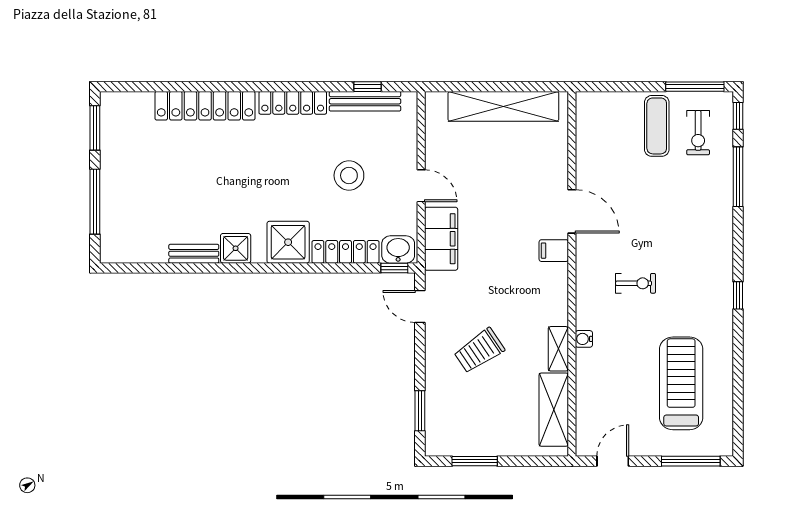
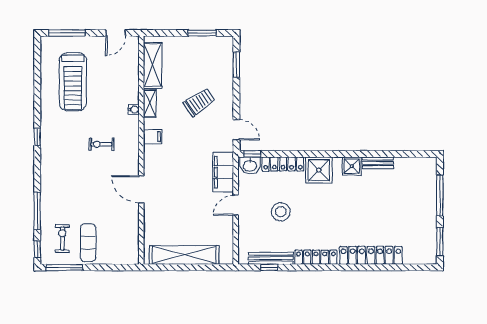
door: (421, 186) -> (236, 205), hinge flipped
filing cabinet: (554, 251) -> (153, 137), moved

